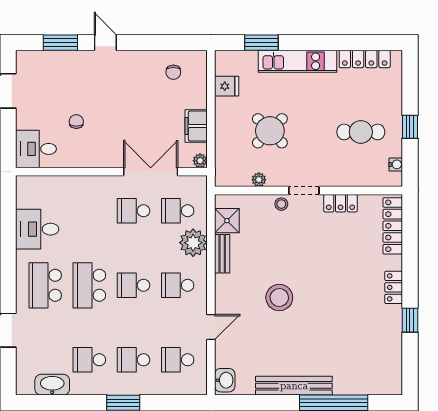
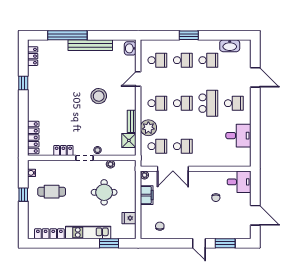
round table: (270, 131) -> (104, 192), turned 45
school desk: (45, 285) -> (234, 103), width x0.54
locker: (394, 287) -> (33, 56), moved

